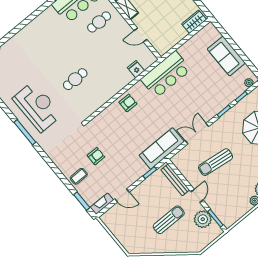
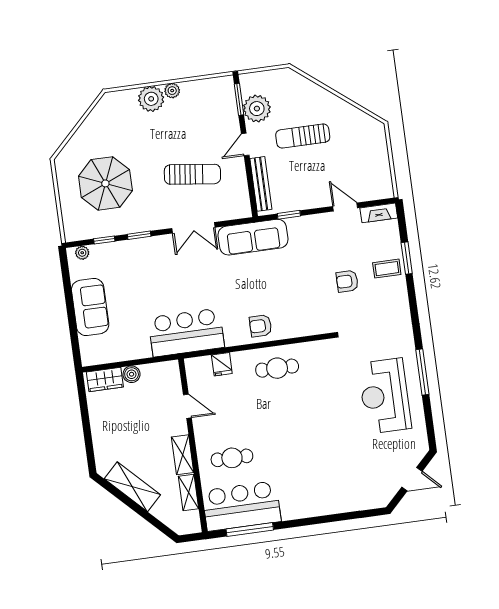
boiler: (181, 34) -> (132, 374), added
cafe table: (75, 79) -> (277, 368), moved
window: (82, 201) -> (407, 258), moved

